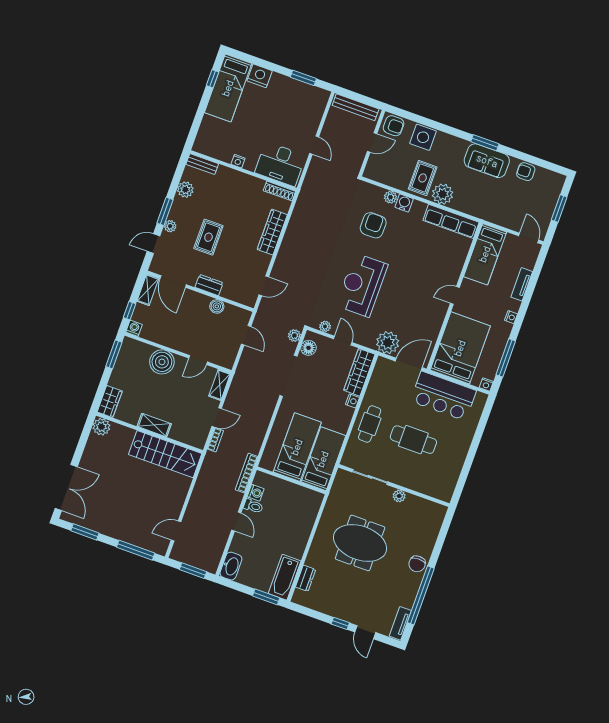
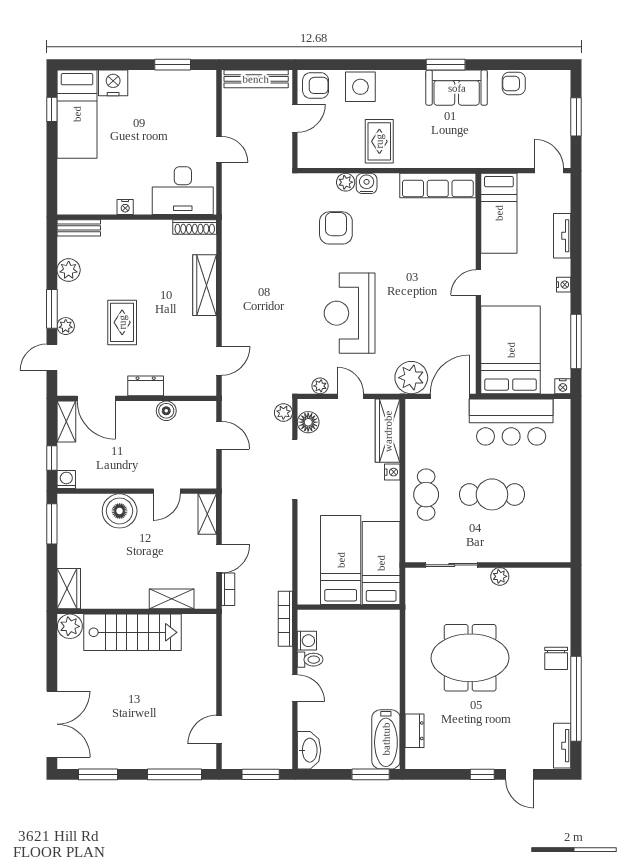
plant: (443, 194) -> (414, 153), removed
shelving: (154, 425) -> (172, 599), moved
stairs: (165, 454) -> (133, 632), moved

